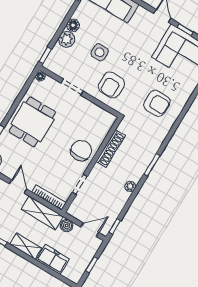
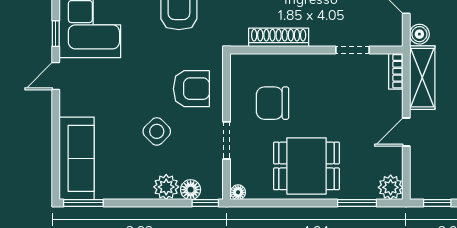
floor lamp: (73, 25) -> (191, 190), moved
side table: (100, 52) -> (157, 131), turned 45
chair: (81, 151) -> (273, 103), moved
bookcase: (49, 197) -> (396, 71), width x0.64

